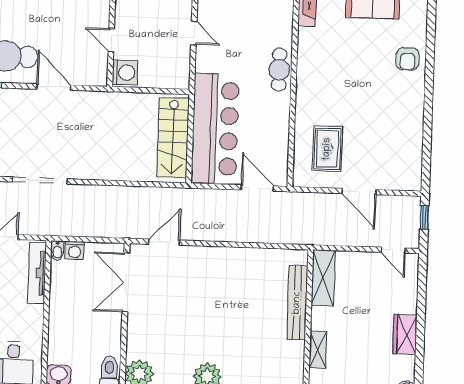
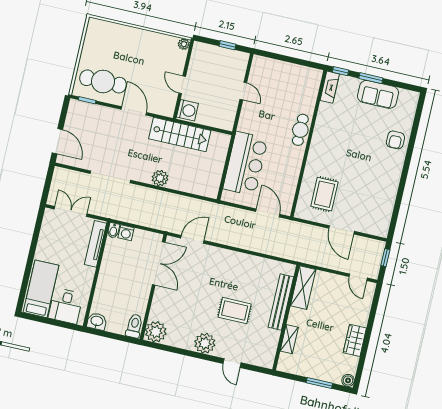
bar counter: (215, 128) -> (245, 164), width x0.73
stairs: (173, 138) -> (180, 135), moved, turned -90
plant: (106, 169) -> (160, 178), added
double door: (126, 282) -> (159, 263), swing flipped
rug: (238, 326) -> (235, 311), added

